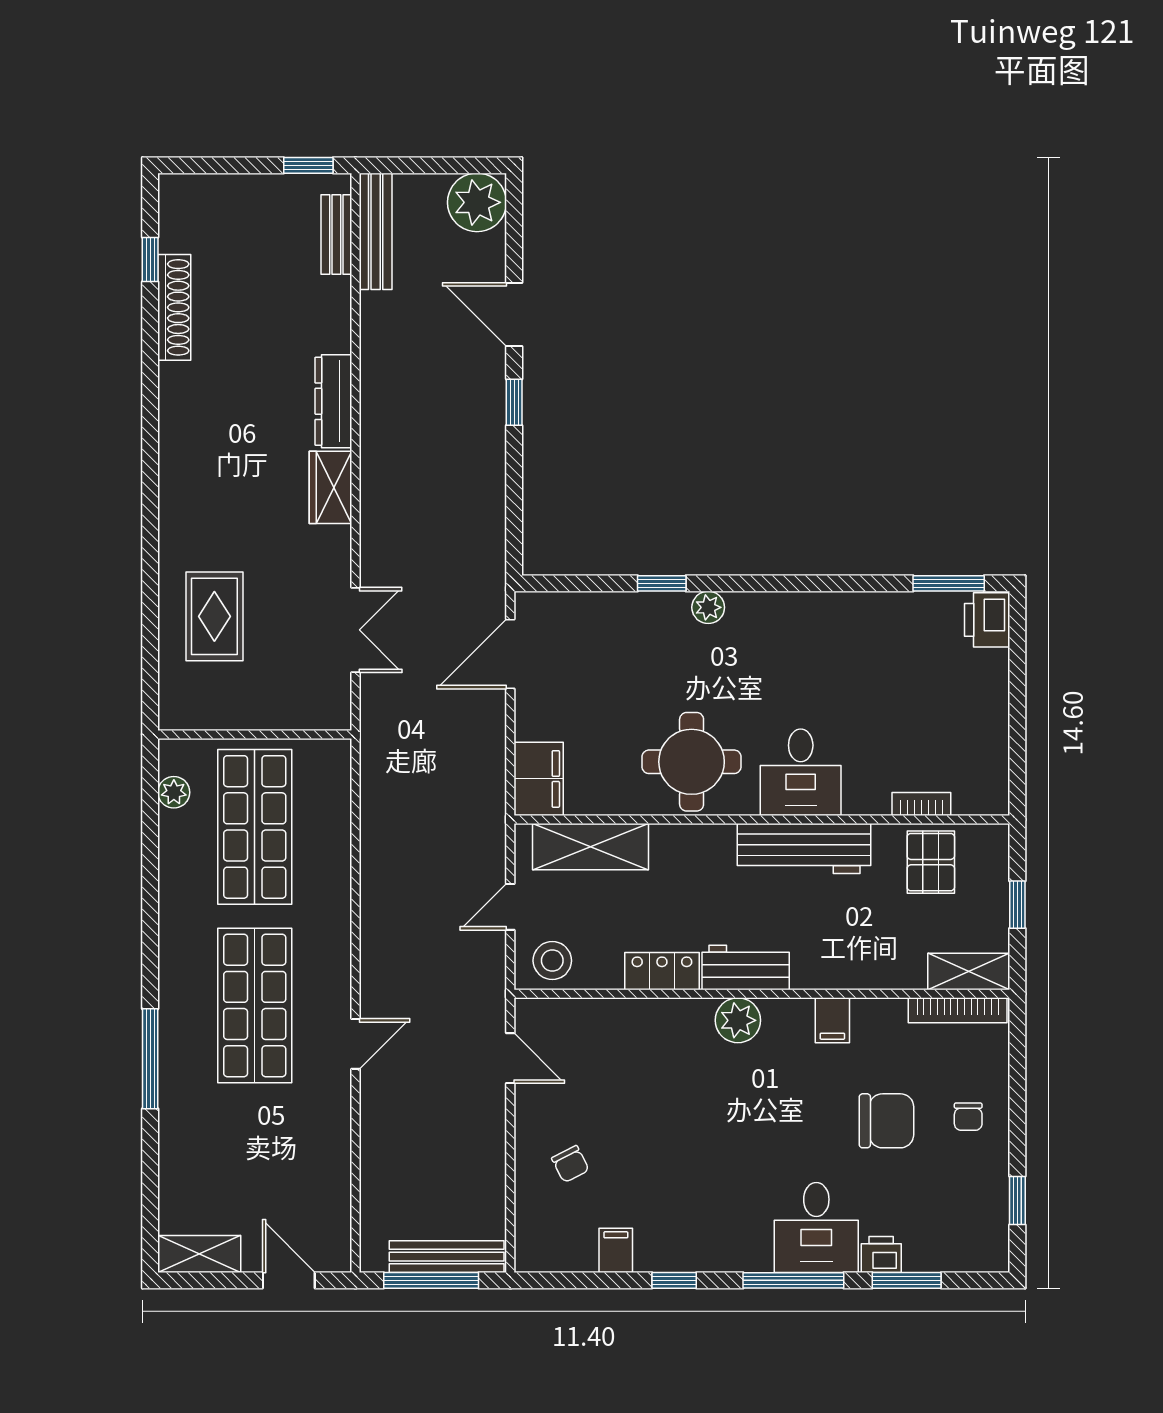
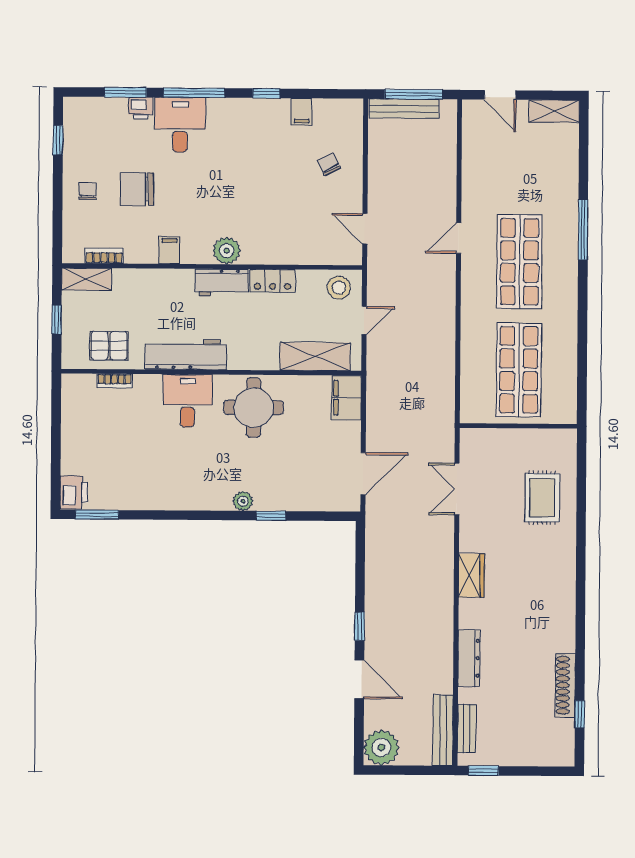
dresser: (333, 401) -> (469, 658), moved
plant: (174, 792) -> (568, 391), removed
pallet: (931, 862) -> (109, 346), turned 90
bookcase: (958, 1010) -> (104, 256), width x0.64

